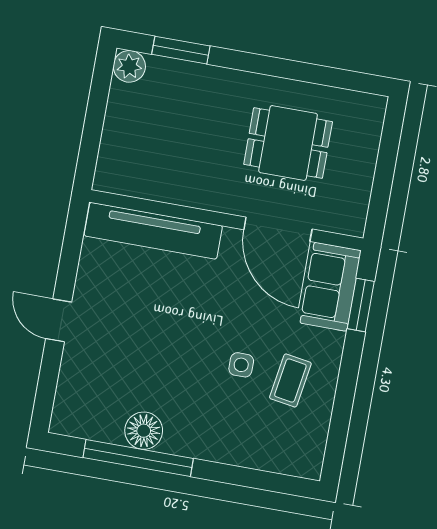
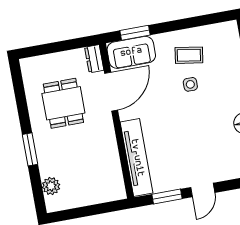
window: (181, 50) -> (30, 149), moved
plant: (129, 66) -> (51, 186), moved
dresser: (343, 221) -> (94, 59), added
window: (70, 257) -> (167, 196), added

